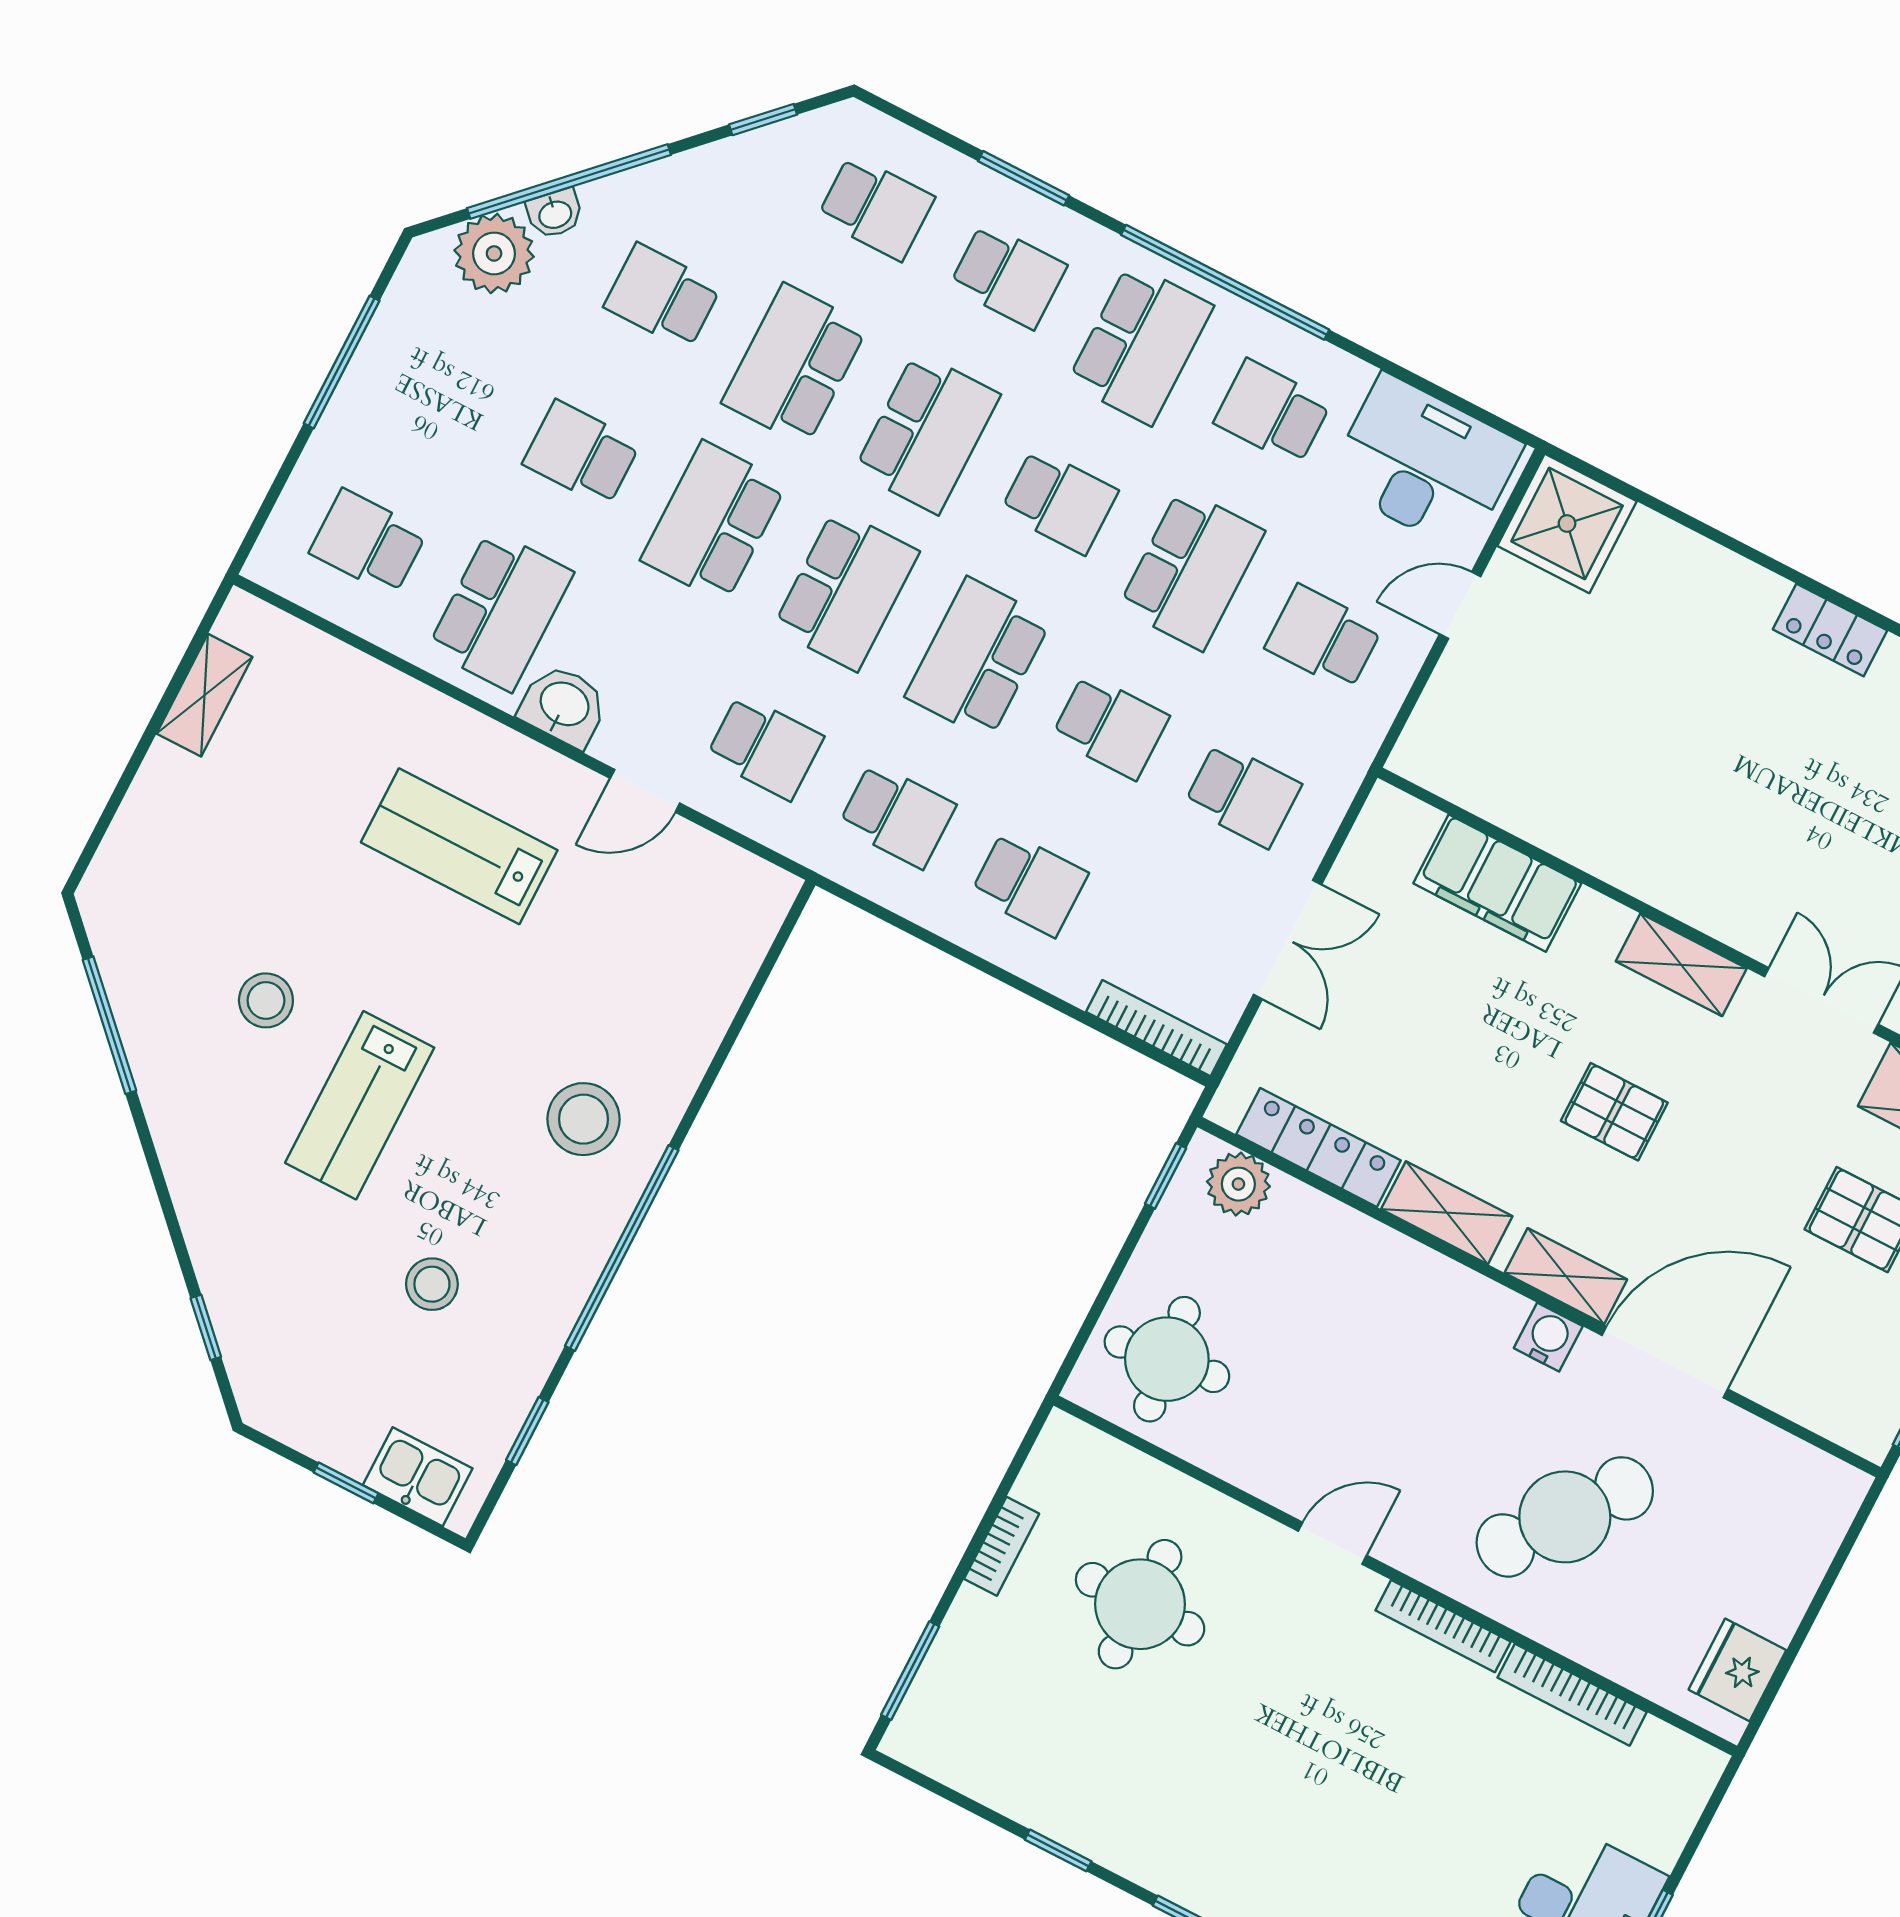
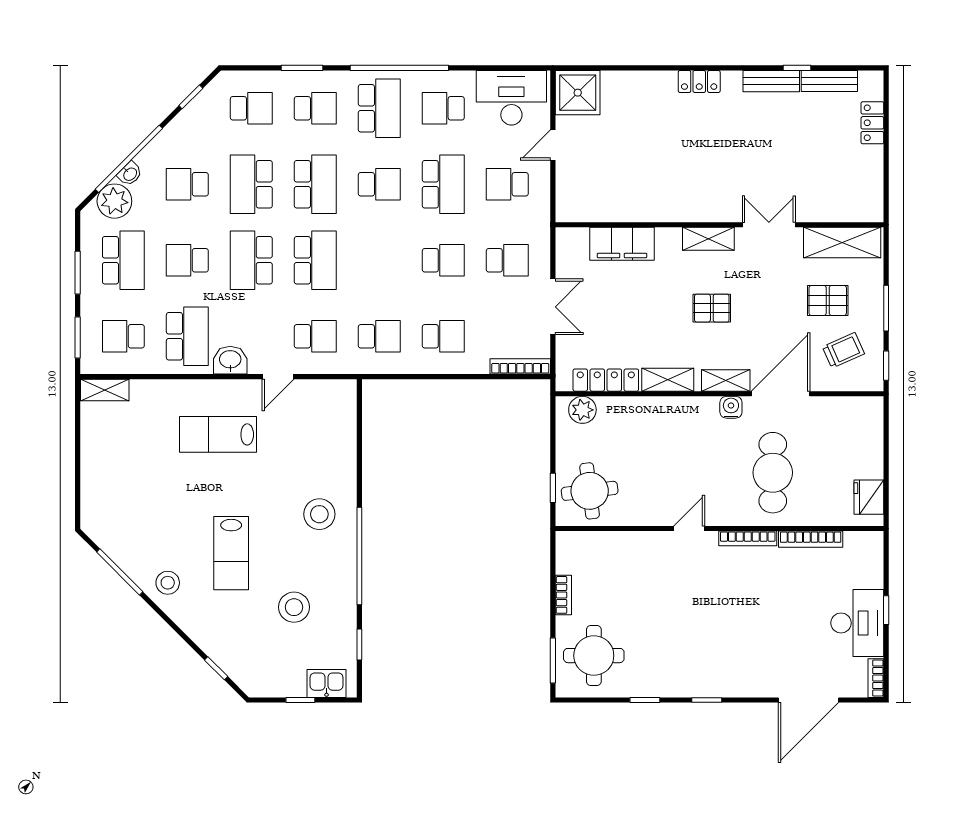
window: (342, 362) -> (78, 273), width x0.69
window: (272, 496) -> (78, 338), added
school desk: (978, 658) -> (123, 260), moved, turned 180
shelving: (205, 695) -> (105, 390), moved, turned 90
stool: (266, 1000) -> (168, 583), moved
window: (1166, 1176) -> (553, 488), moved
stool: (432, 1284) -> (294, 607), width x1.38, depth x1.38
trolley: (1841, 1339) -> (843, 350), added
cafe table: (1565, 1517) -> (773, 473), turned -37
round table: (1140, 1604) -> (594, 656), moved

